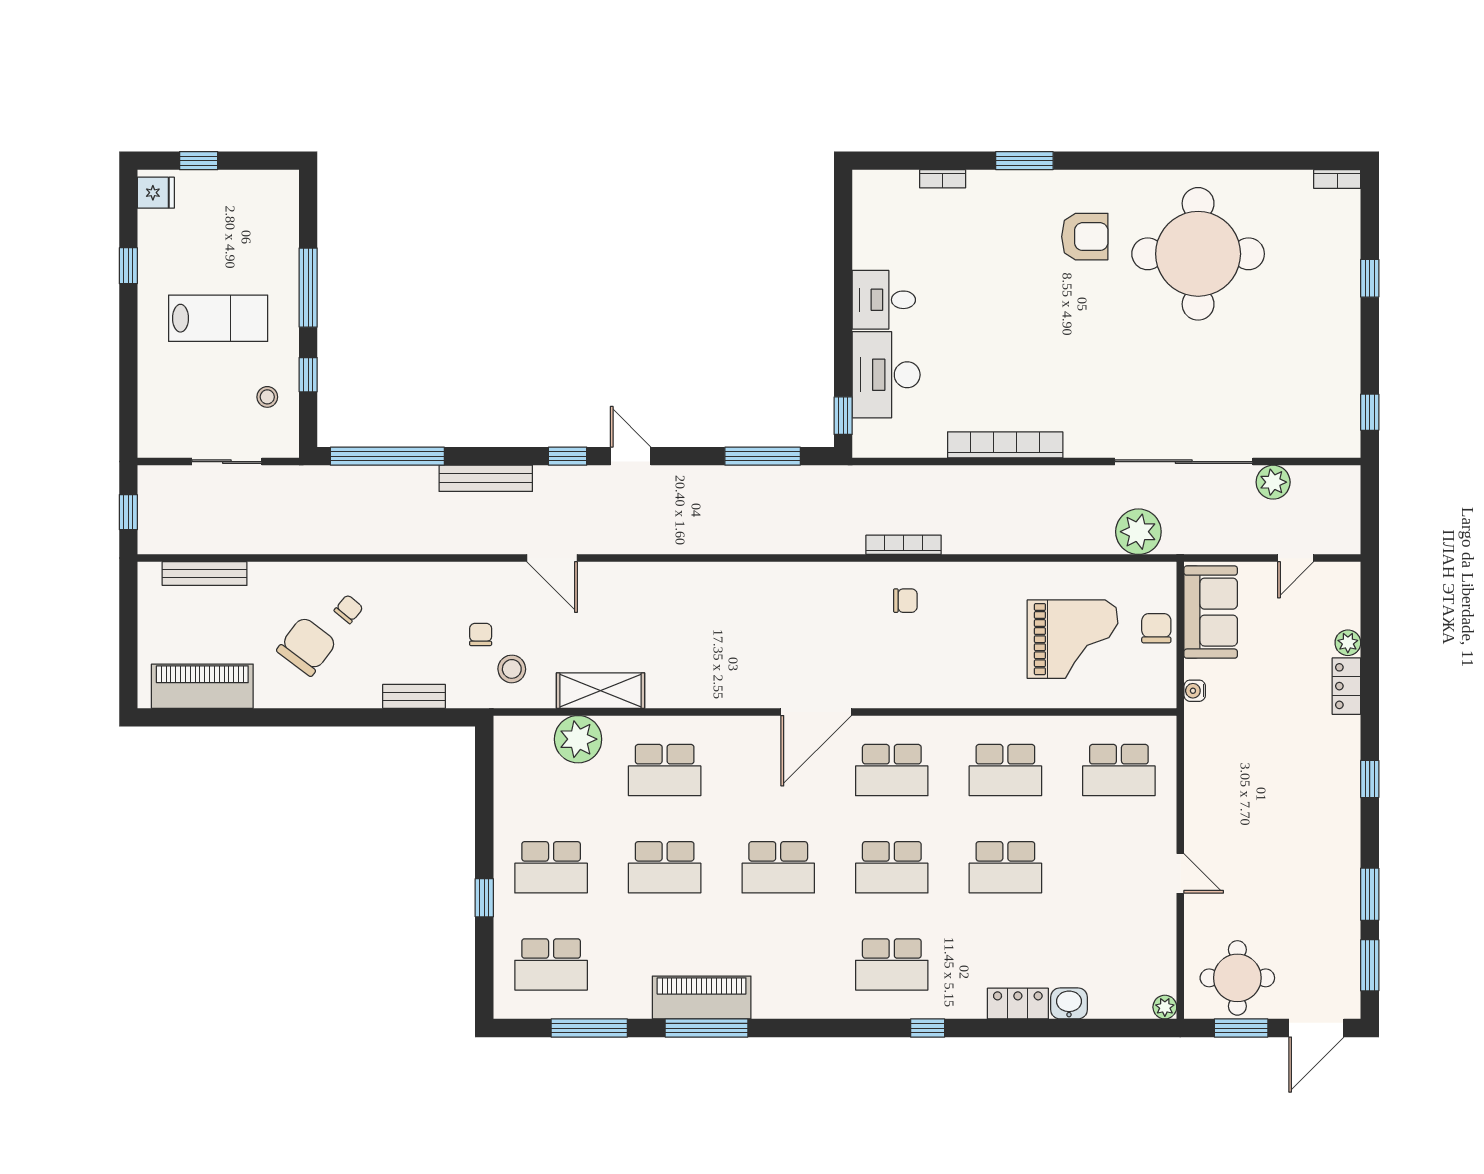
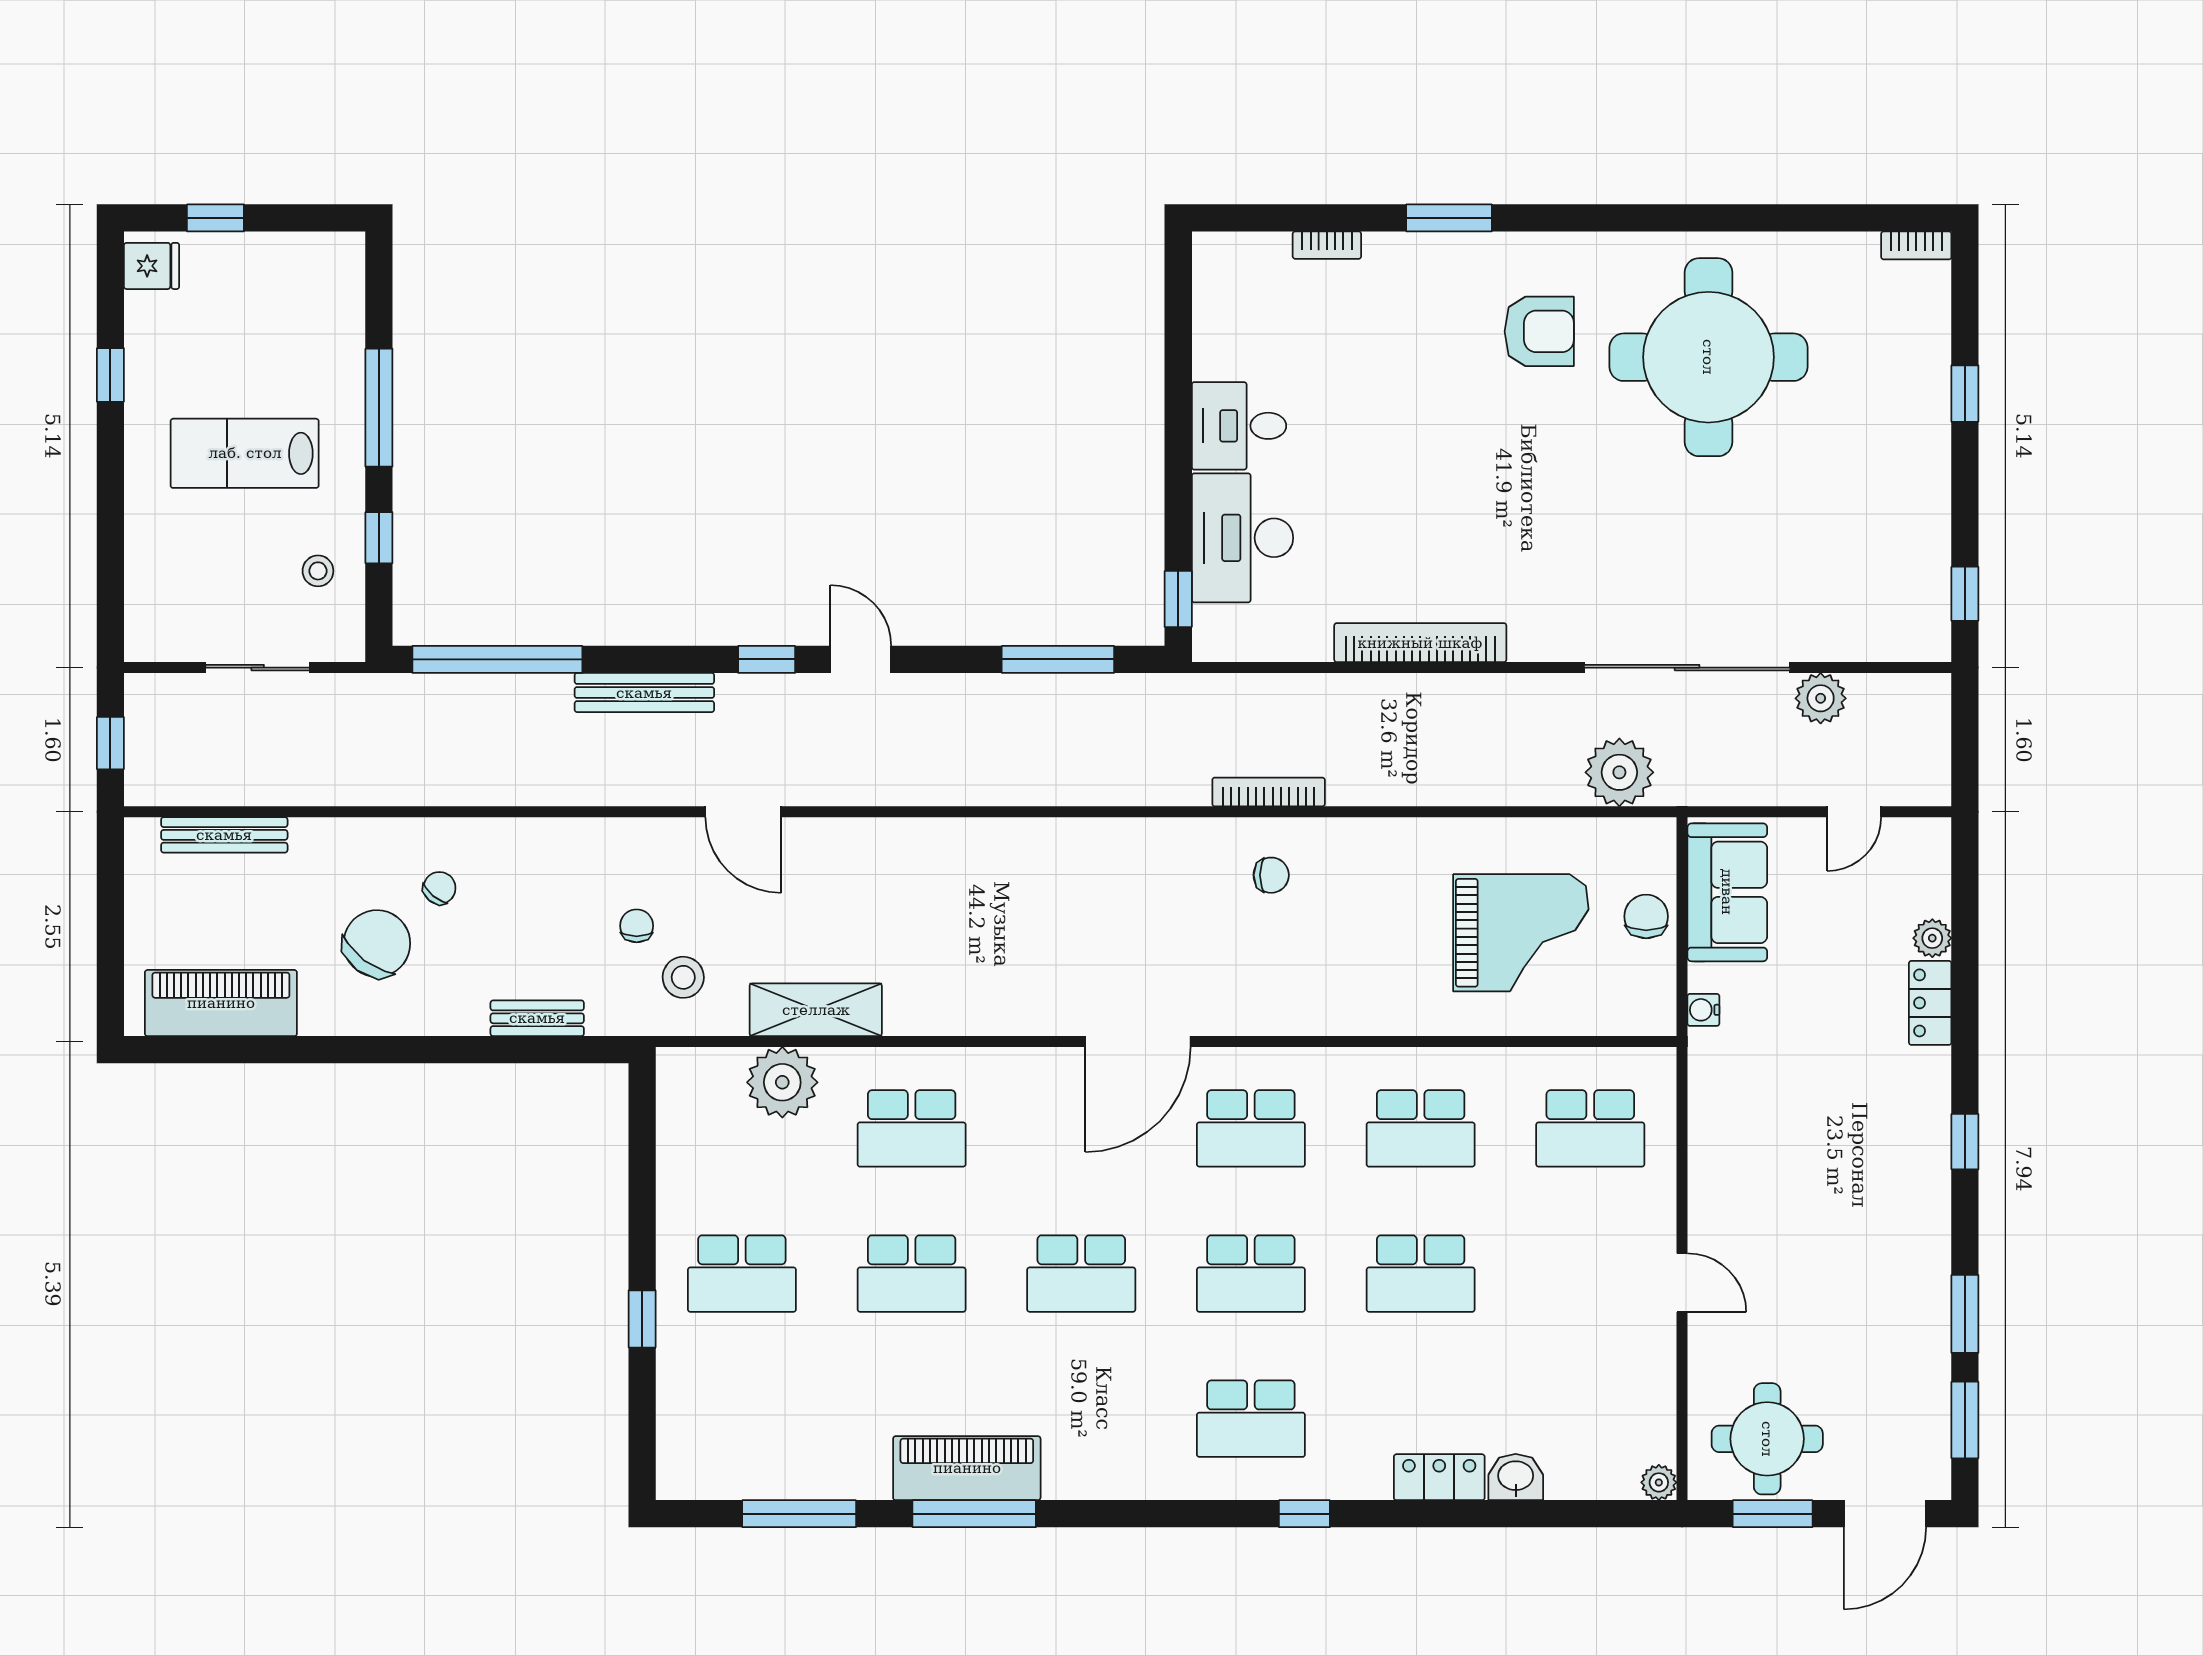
lab bench: (218, 318) -> (245, 453), turned 180
school desk: (551, 964) -> (742, 1419), removed

